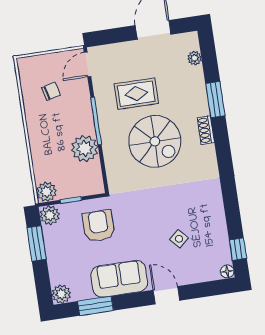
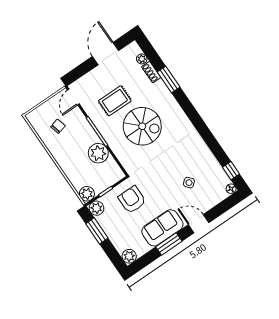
shoe rack: (206, 130) -> (151, 72), moved
window: (95, 306) -> (169, 244), moved

